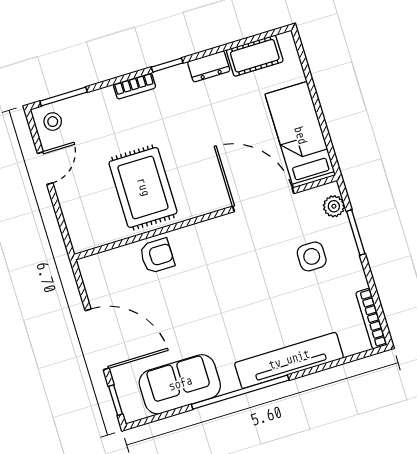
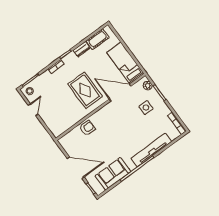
rug: (143, 187) -> (85, 90), moved

